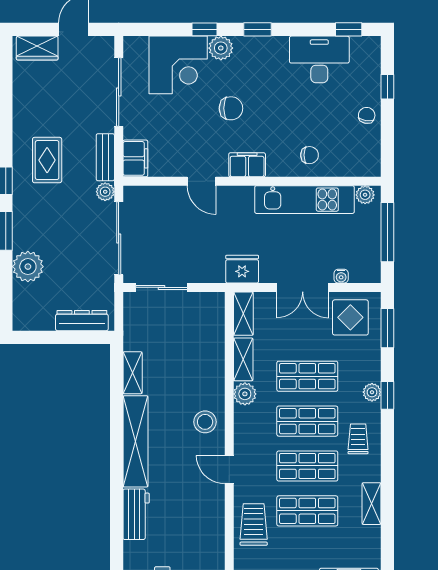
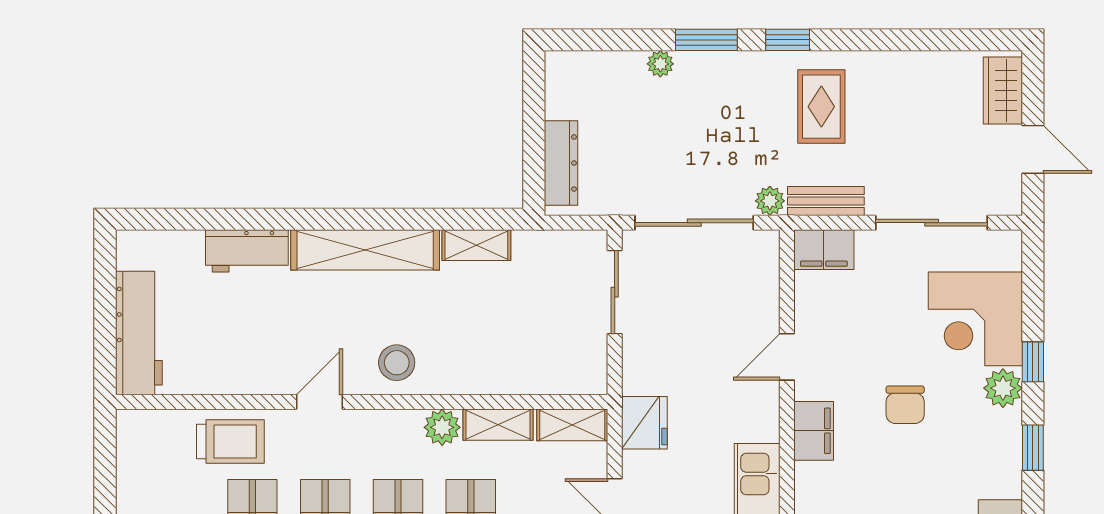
rug: (47, 160) -> (821, 107), turned 90
plant: (28, 267) -> (660, 64), width x0.53, depth x0.53

